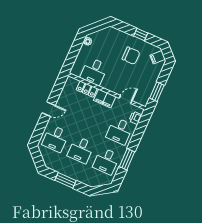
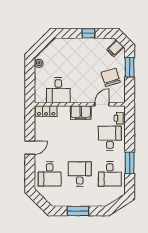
chair: (131, 56) -> (111, 77), moved, turned -107
locker: (87, 89) -> (46, 111), moved
window: (157, 92) -> (130, 67), moved
desk: (120, 131) -> (110, 138), turned 180
desk: (81, 150) -> (80, 174), turned 180

